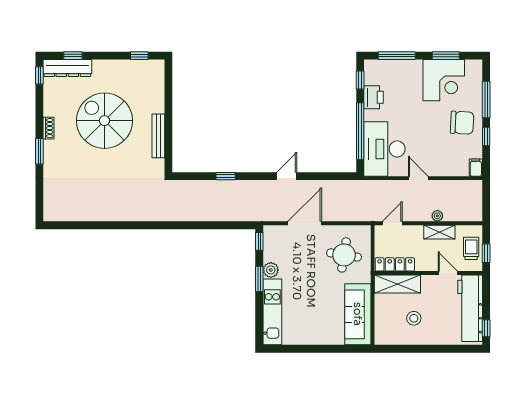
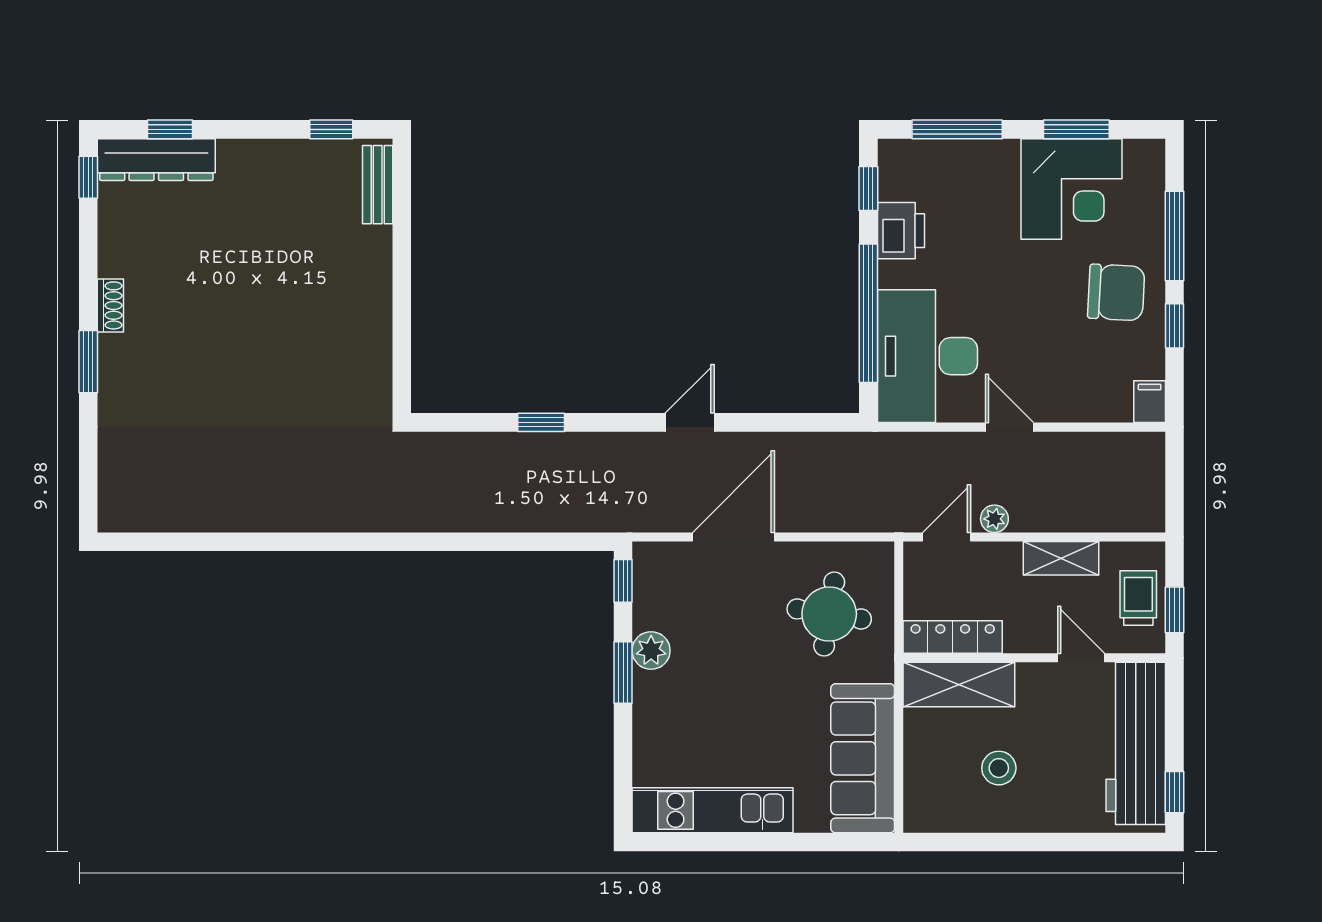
spiral stairs: (105, 121) -> (247, 287), removed
bench: (158, 136) -> (378, 185), moved, width x0.73
plant: (437, 216) -> (994, 519), moved
kitchen unit: (272, 312) -> (712, 810), moved, turned -90

